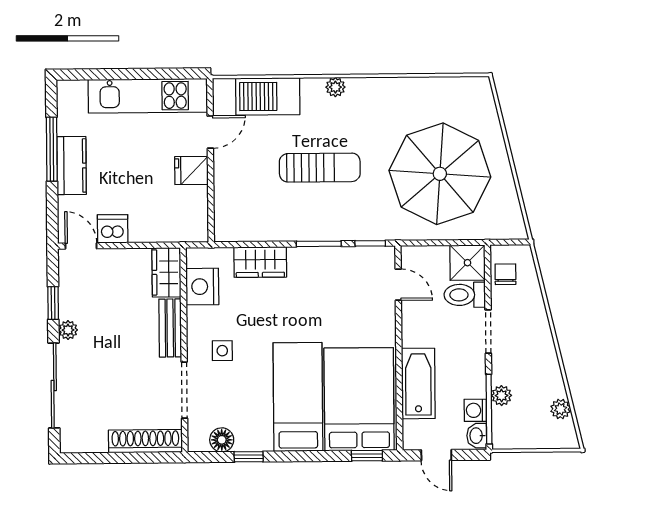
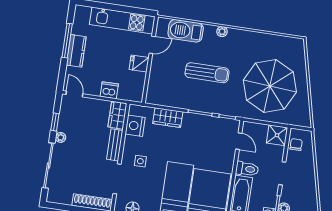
dishwasher: (113, 229) -> (109, 90), moved
toilet: (465, 295) -> (247, 169), moved, turned 180

